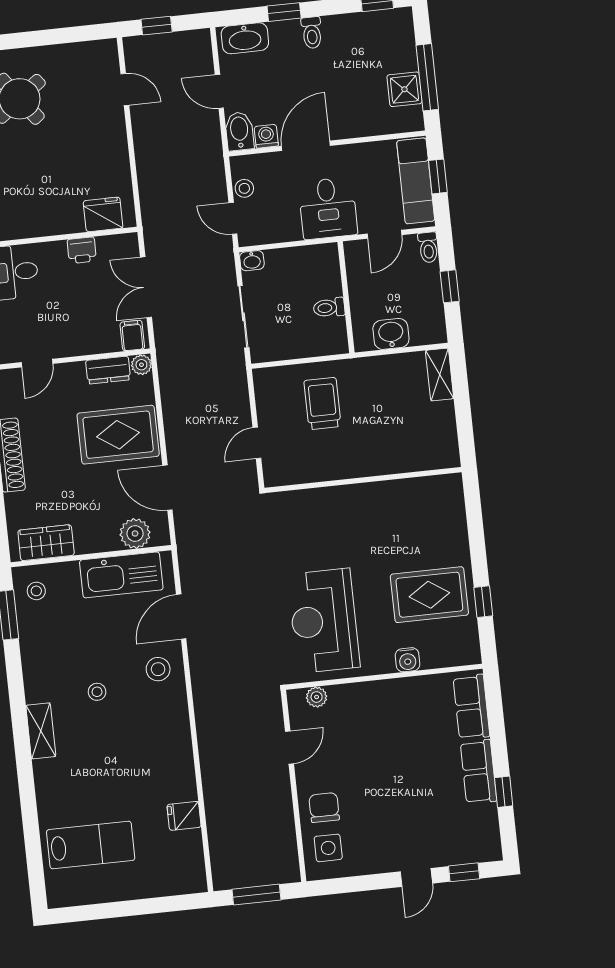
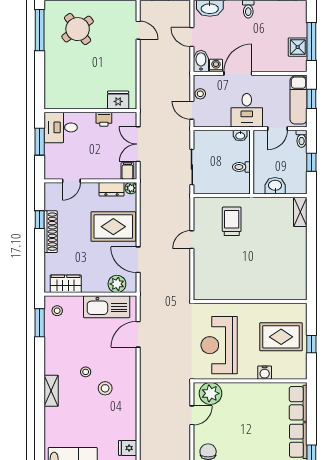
washbasin: (252, 261) -> (240, 135), moved
wall: (363, 480) -> (250, 302), moved
stool: (158, 669) -> (105, 388), moved
plant: (317, 697) -> (210, 393), width x1.88, depth x1.88

